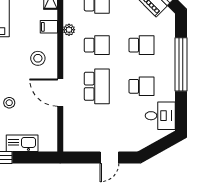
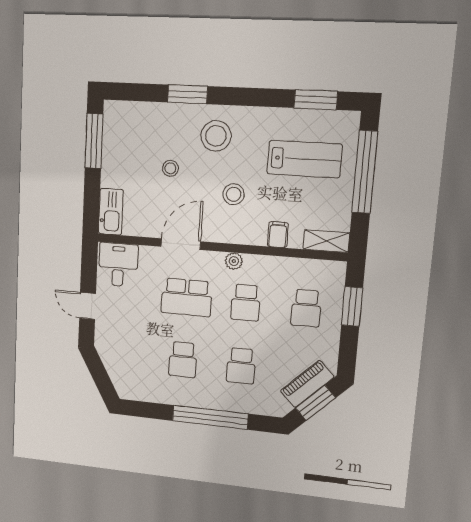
plant: (69, 30) -> (234, 261), moved
stool: (38, 58) -> (234, 194), moved
desk: (160, 116) -> (118, 265), moved, turned 180
kitchen sink: (22, 143) -> (111, 212), moved

